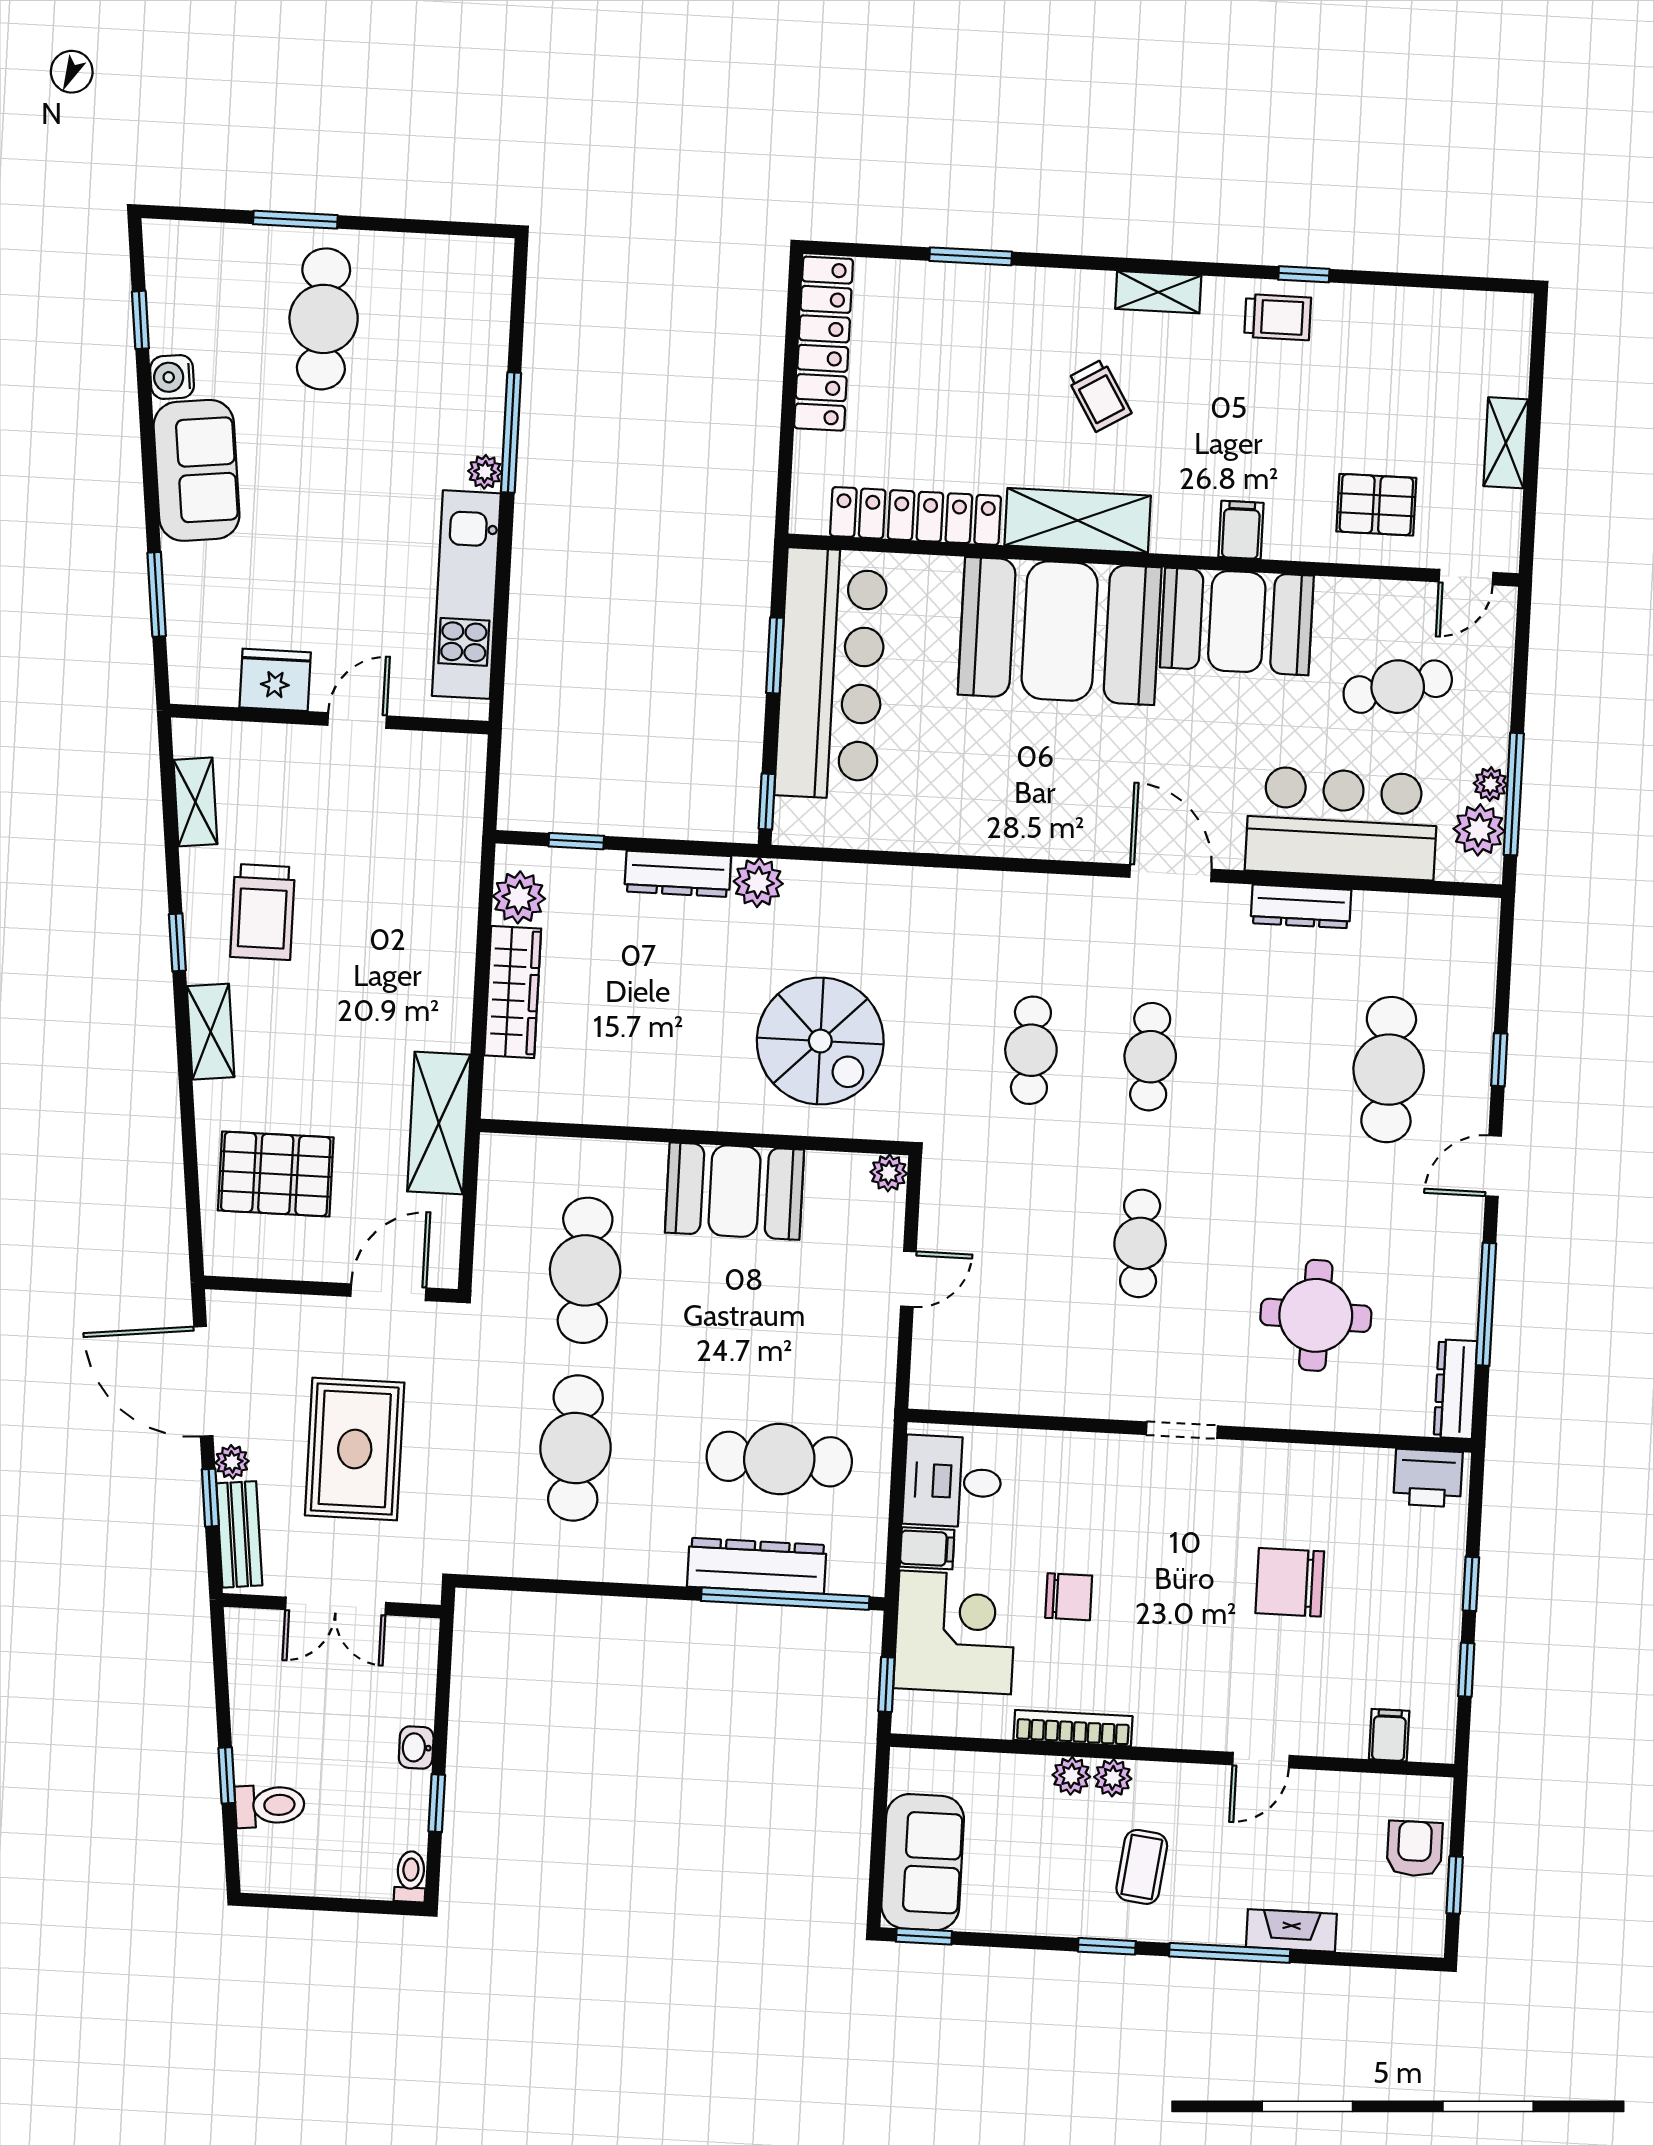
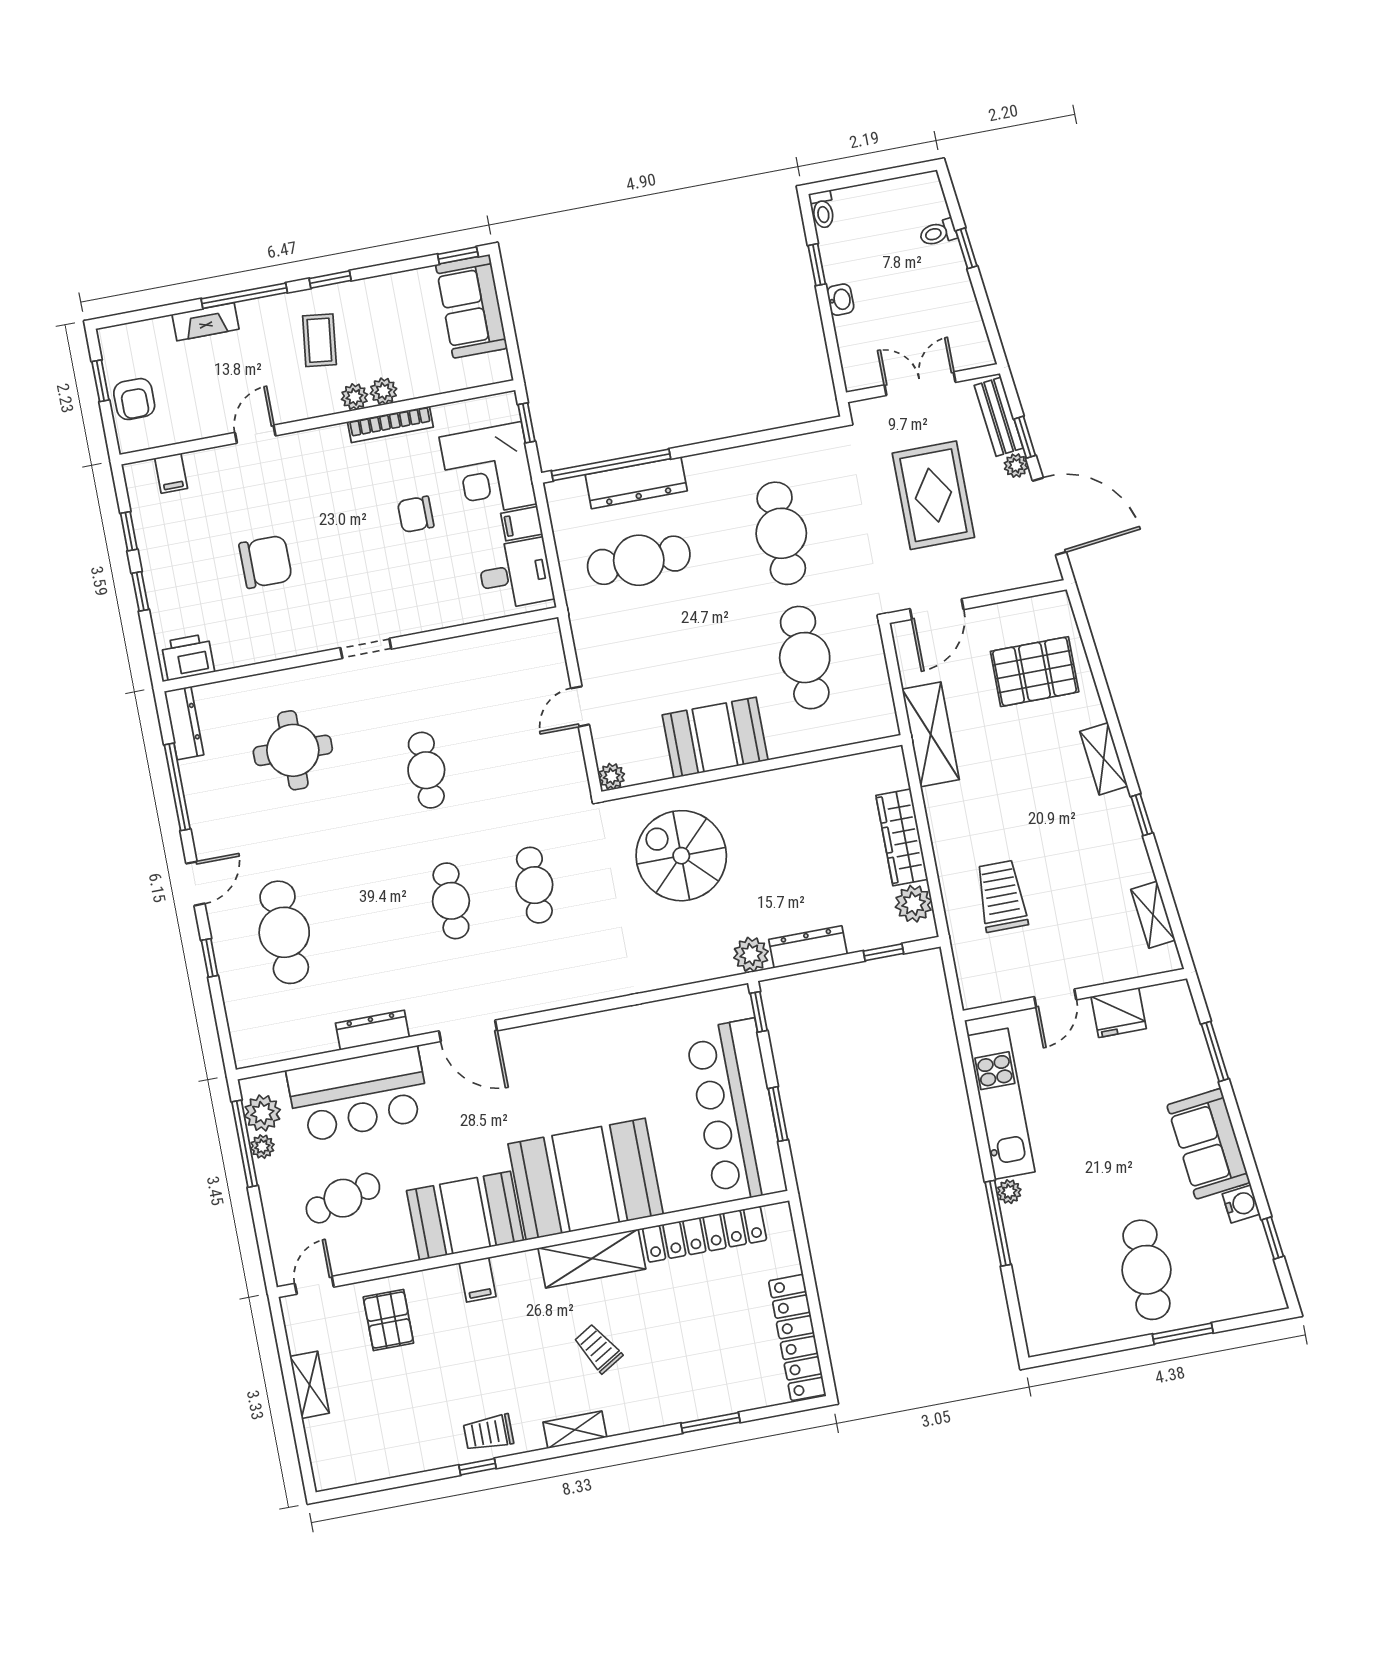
pallet: (1376, 505) -> (388, 1320), turned 90
trolley: (263, 912) -> (1002, 896), moved
toilet: (270, 1805) -> (938, 233), width x0.73, depth x0.72

